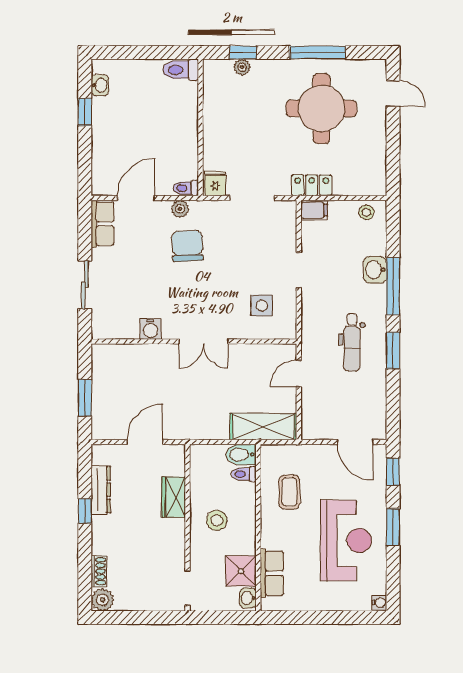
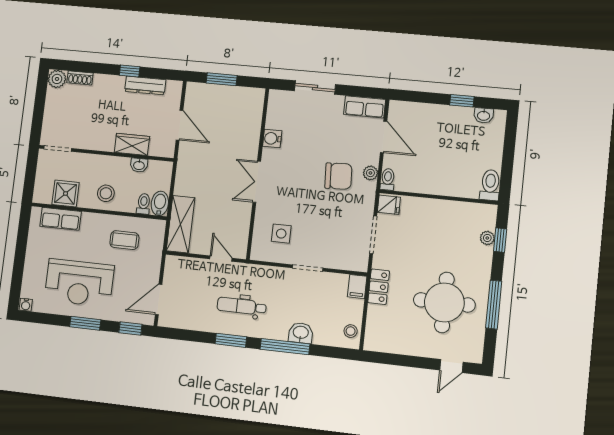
stool: (217, 520) -> (106, 193), moved
washbasin: (248, 598) -> (139, 165), moved, turned 180

